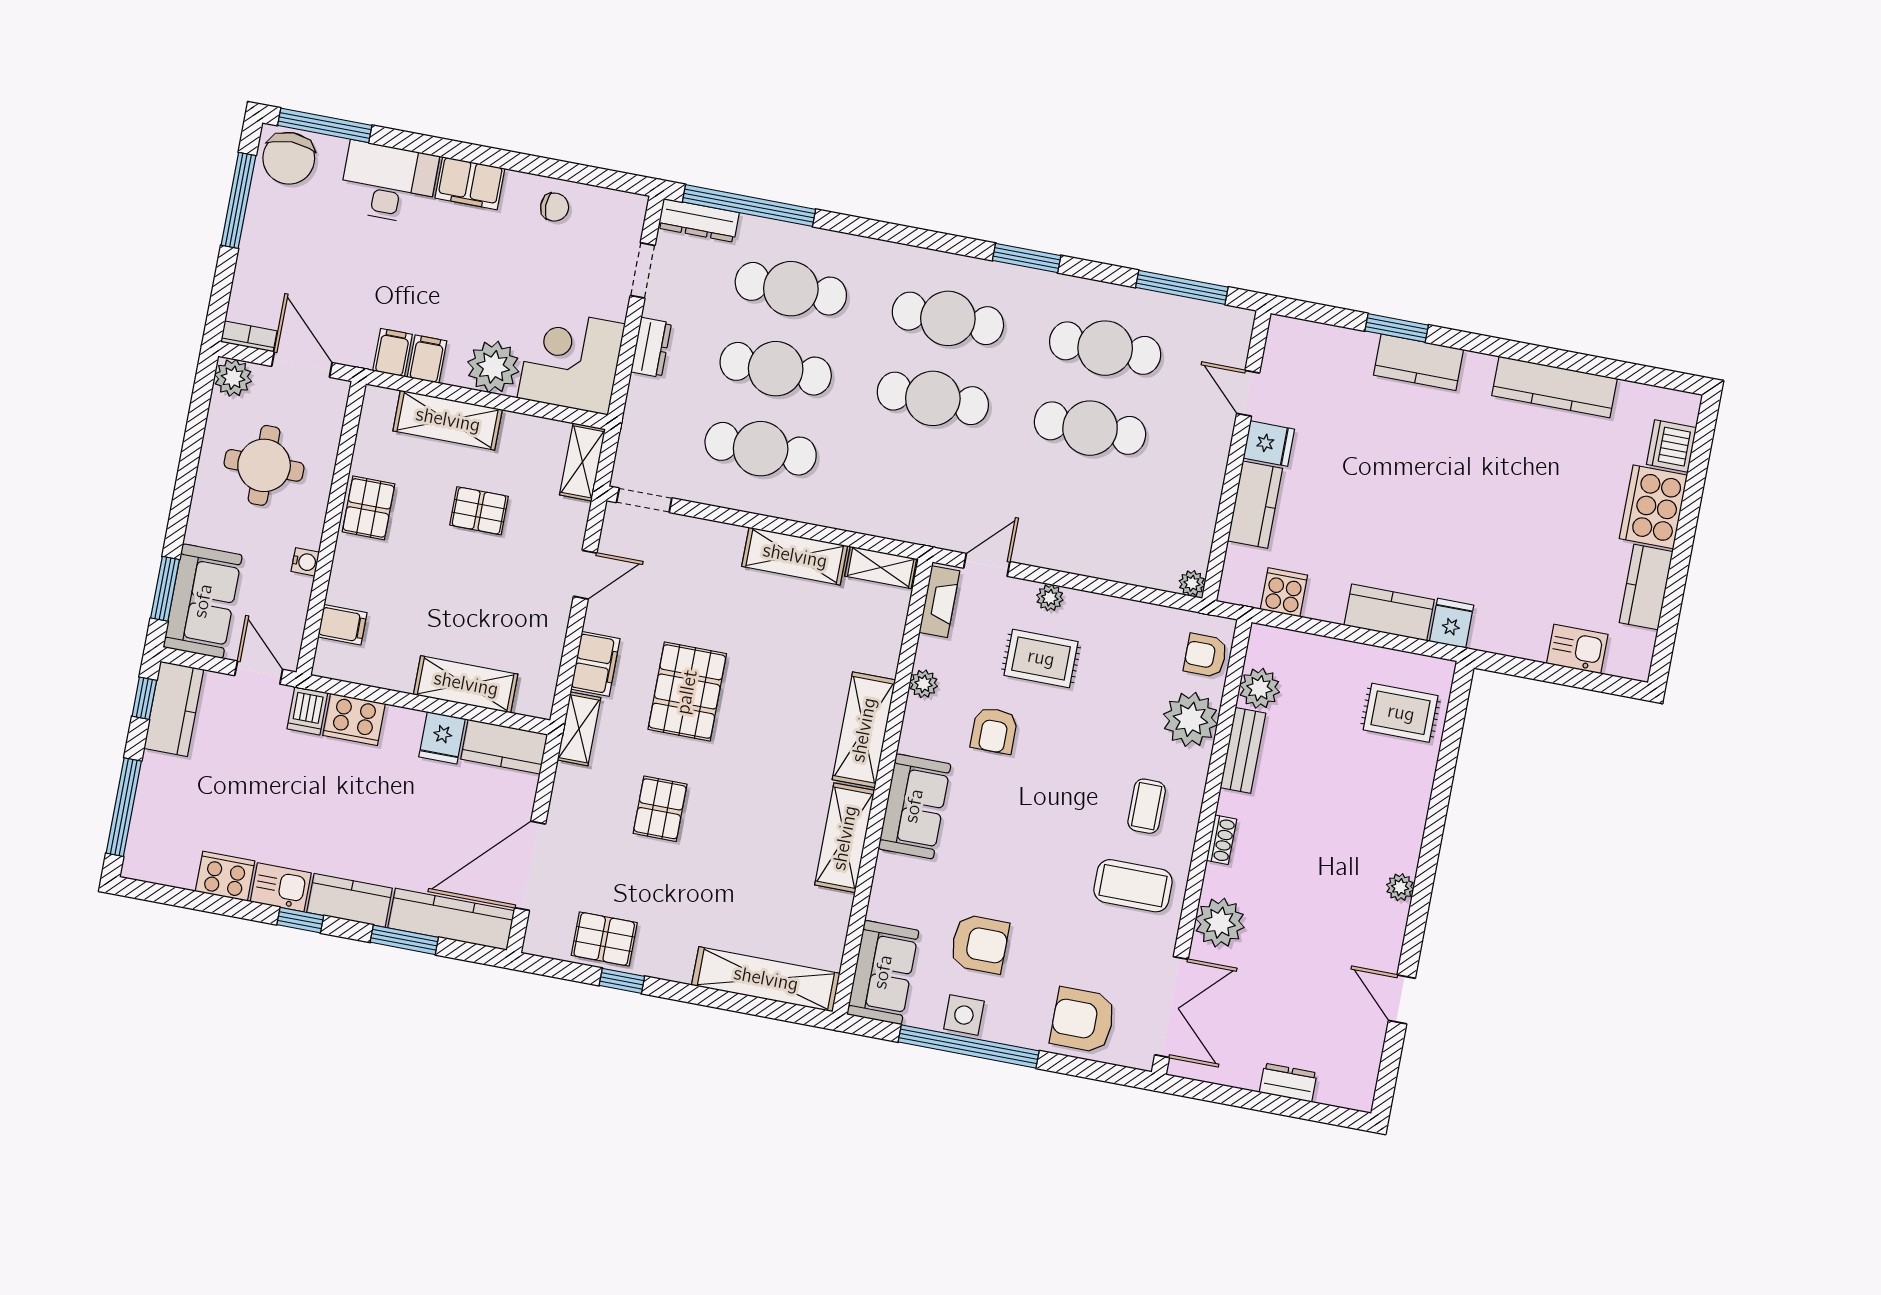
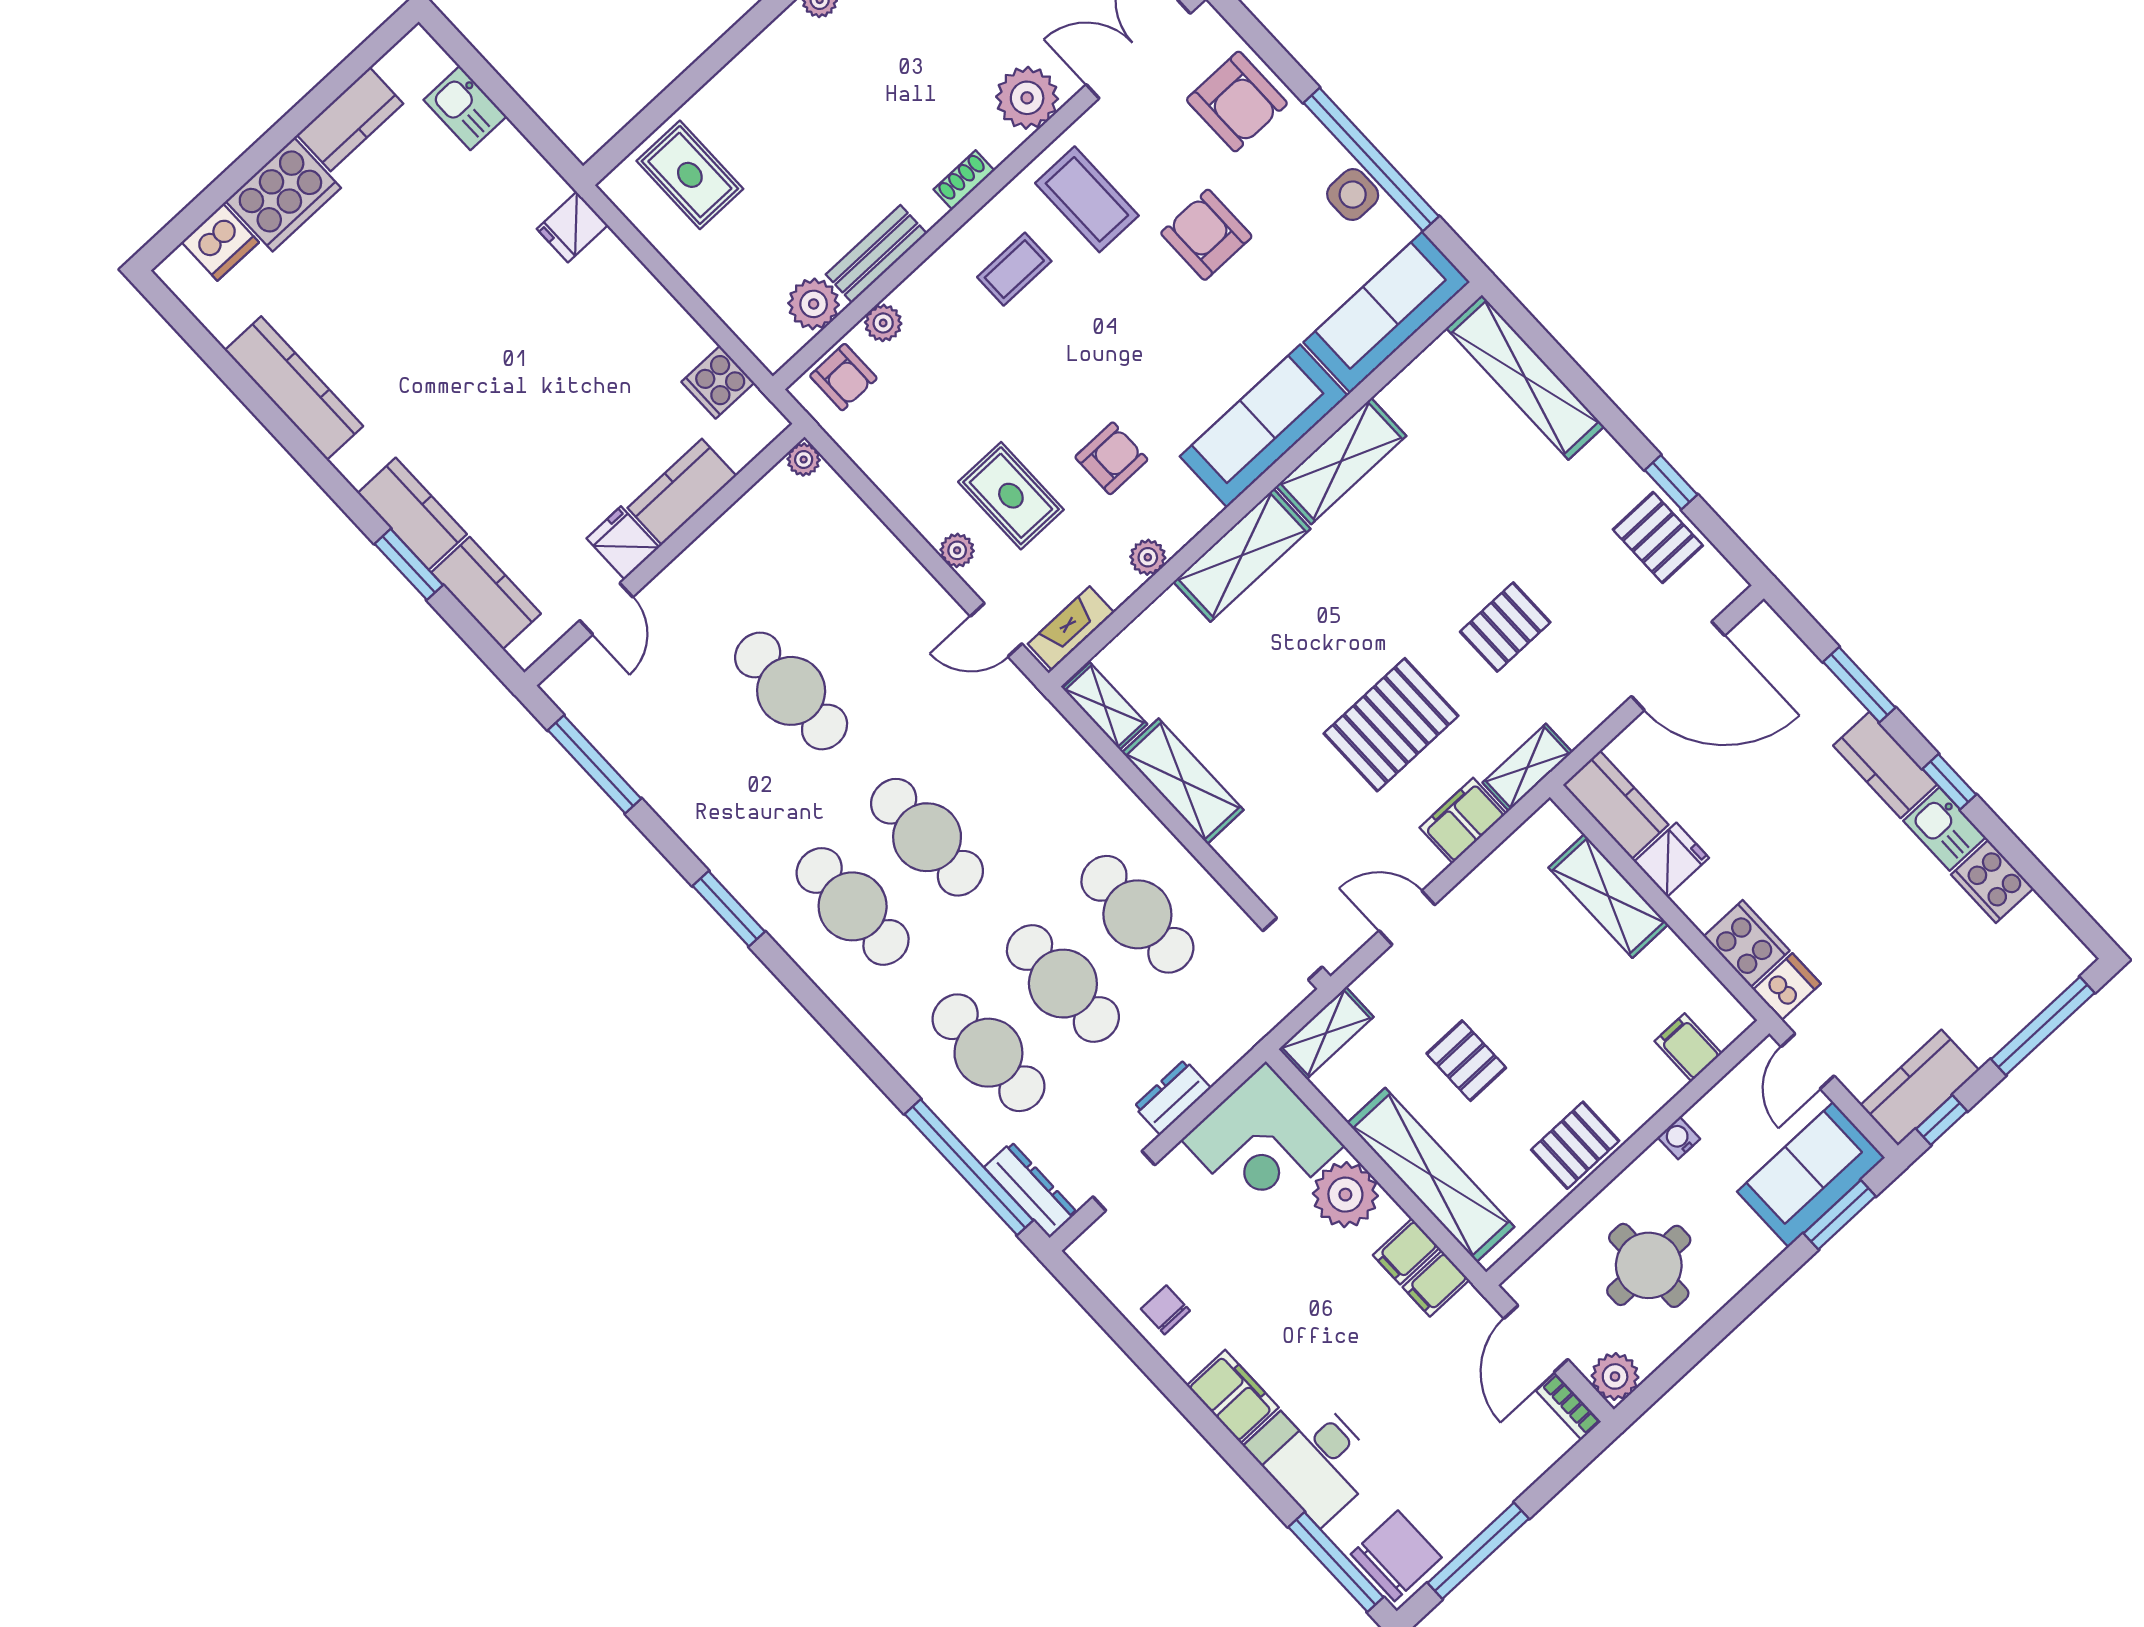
cafe table: (1105, 348) -> (717, 760), removed
shelving: (448, 420) -> (1431, 1175), width x1.47
kitchen counter: (1389, 612) -> (486, 593), moved, turned 180
plant: (1190, 719) -> (883, 323), width x0.53, depth x0.53
sofa: (914, 806) -> (1264, 426), width x1.36
kitchen counter: (451, 919) -> (1797, 671), removed
armchair: (980, 944) -> (1206, 235), moved
sofa: (883, 972) -> (1387, 312), width x1.36

